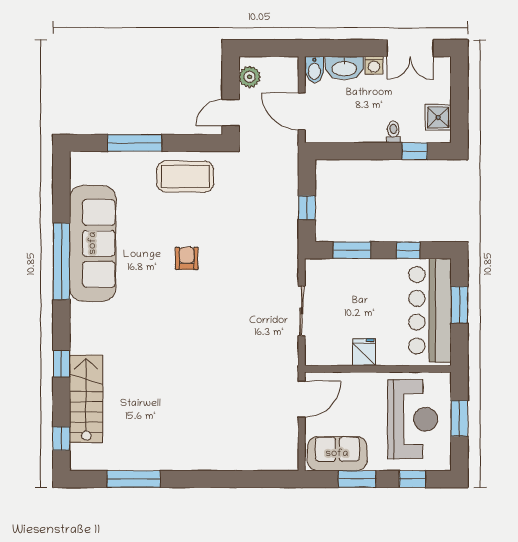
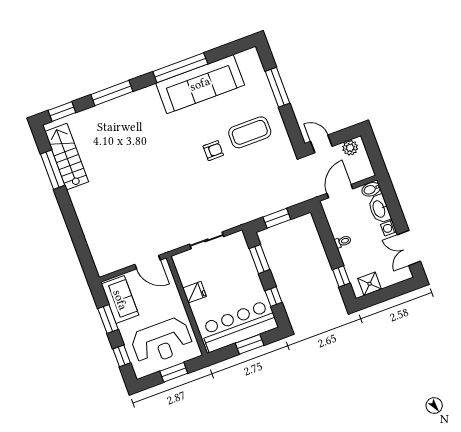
toilet: (393, 132) -> (343, 241), moved
coffee table: (185, 176) -> (250, 132), moved, turned 90
window: (307, 208) -> (277, 218), width x1.50
window: (61, 364) -> (112, 93), width x2.17
stairs: (86, 399) -> (67, 157), moved, turned -90
window: (61, 439) -> (62, 111), width x1.50

